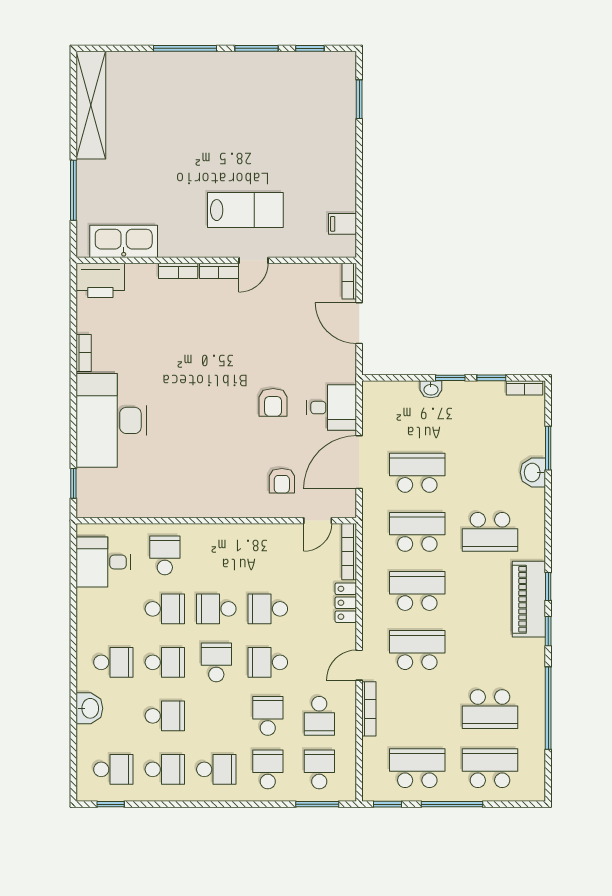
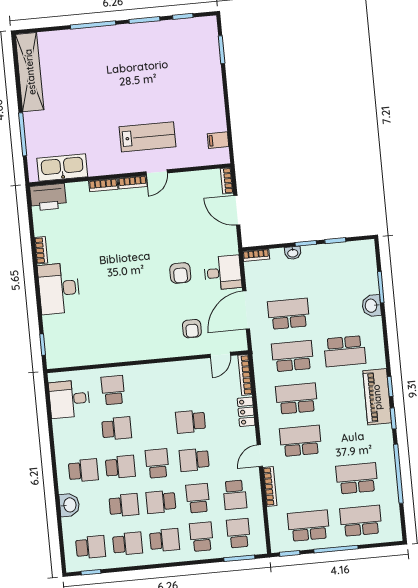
bookcase: (524, 388) -> (256, 255), moved
desk: (111, 420) -> (59, 288), width x0.73, depth x0.77
school desk: (216, 609) -> (161, 502), moved
school desk: (490, 709) -> (357, 478), turned 180

